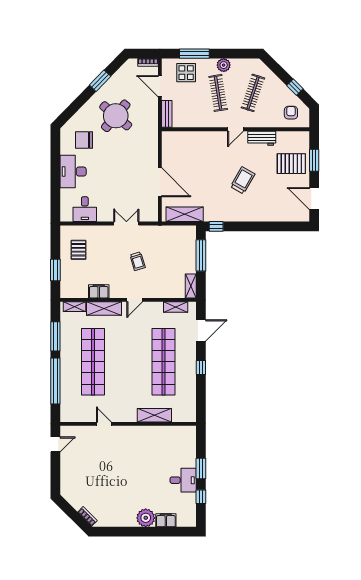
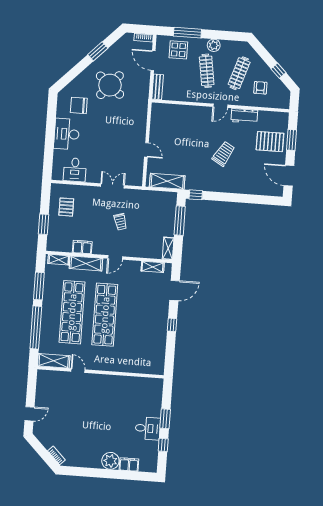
armchair: (291, 113) -> (260, 88), moved
door: (160, 182) -> (146, 150), width x0.53
shop shelf: (163, 362) -> (105, 315), moved
shelving: (154, 415) -> (54, 361), moved
door: (55, 444) -> (30, 414), moved

